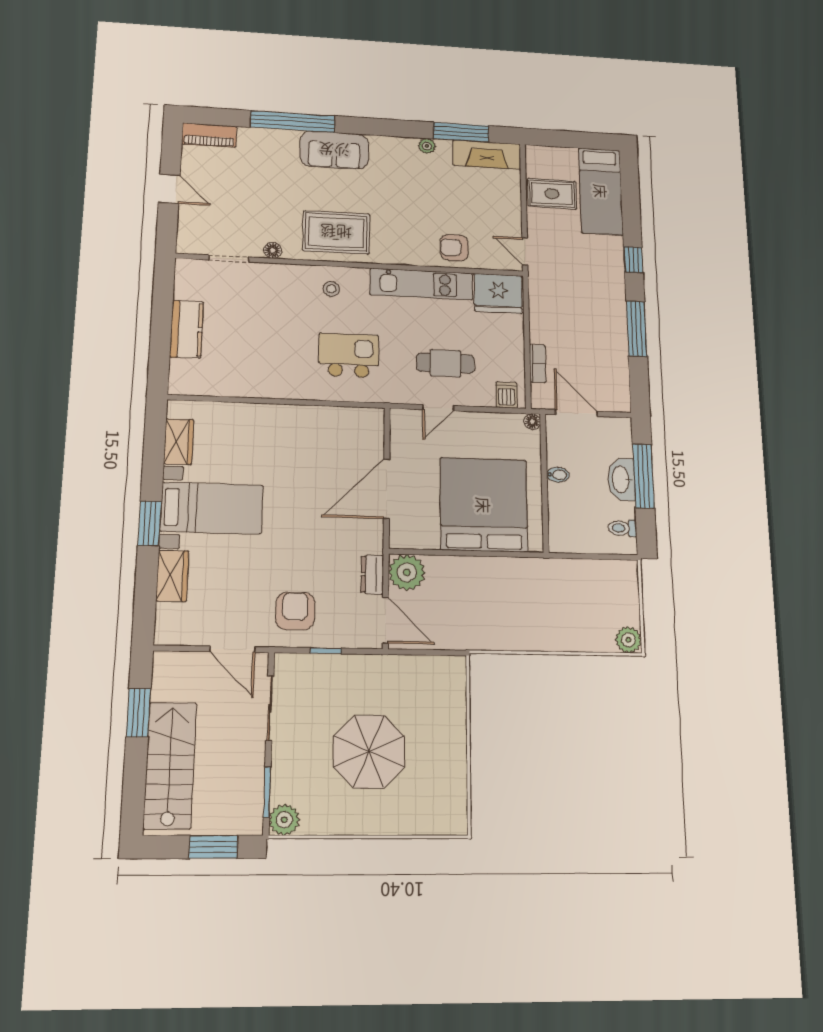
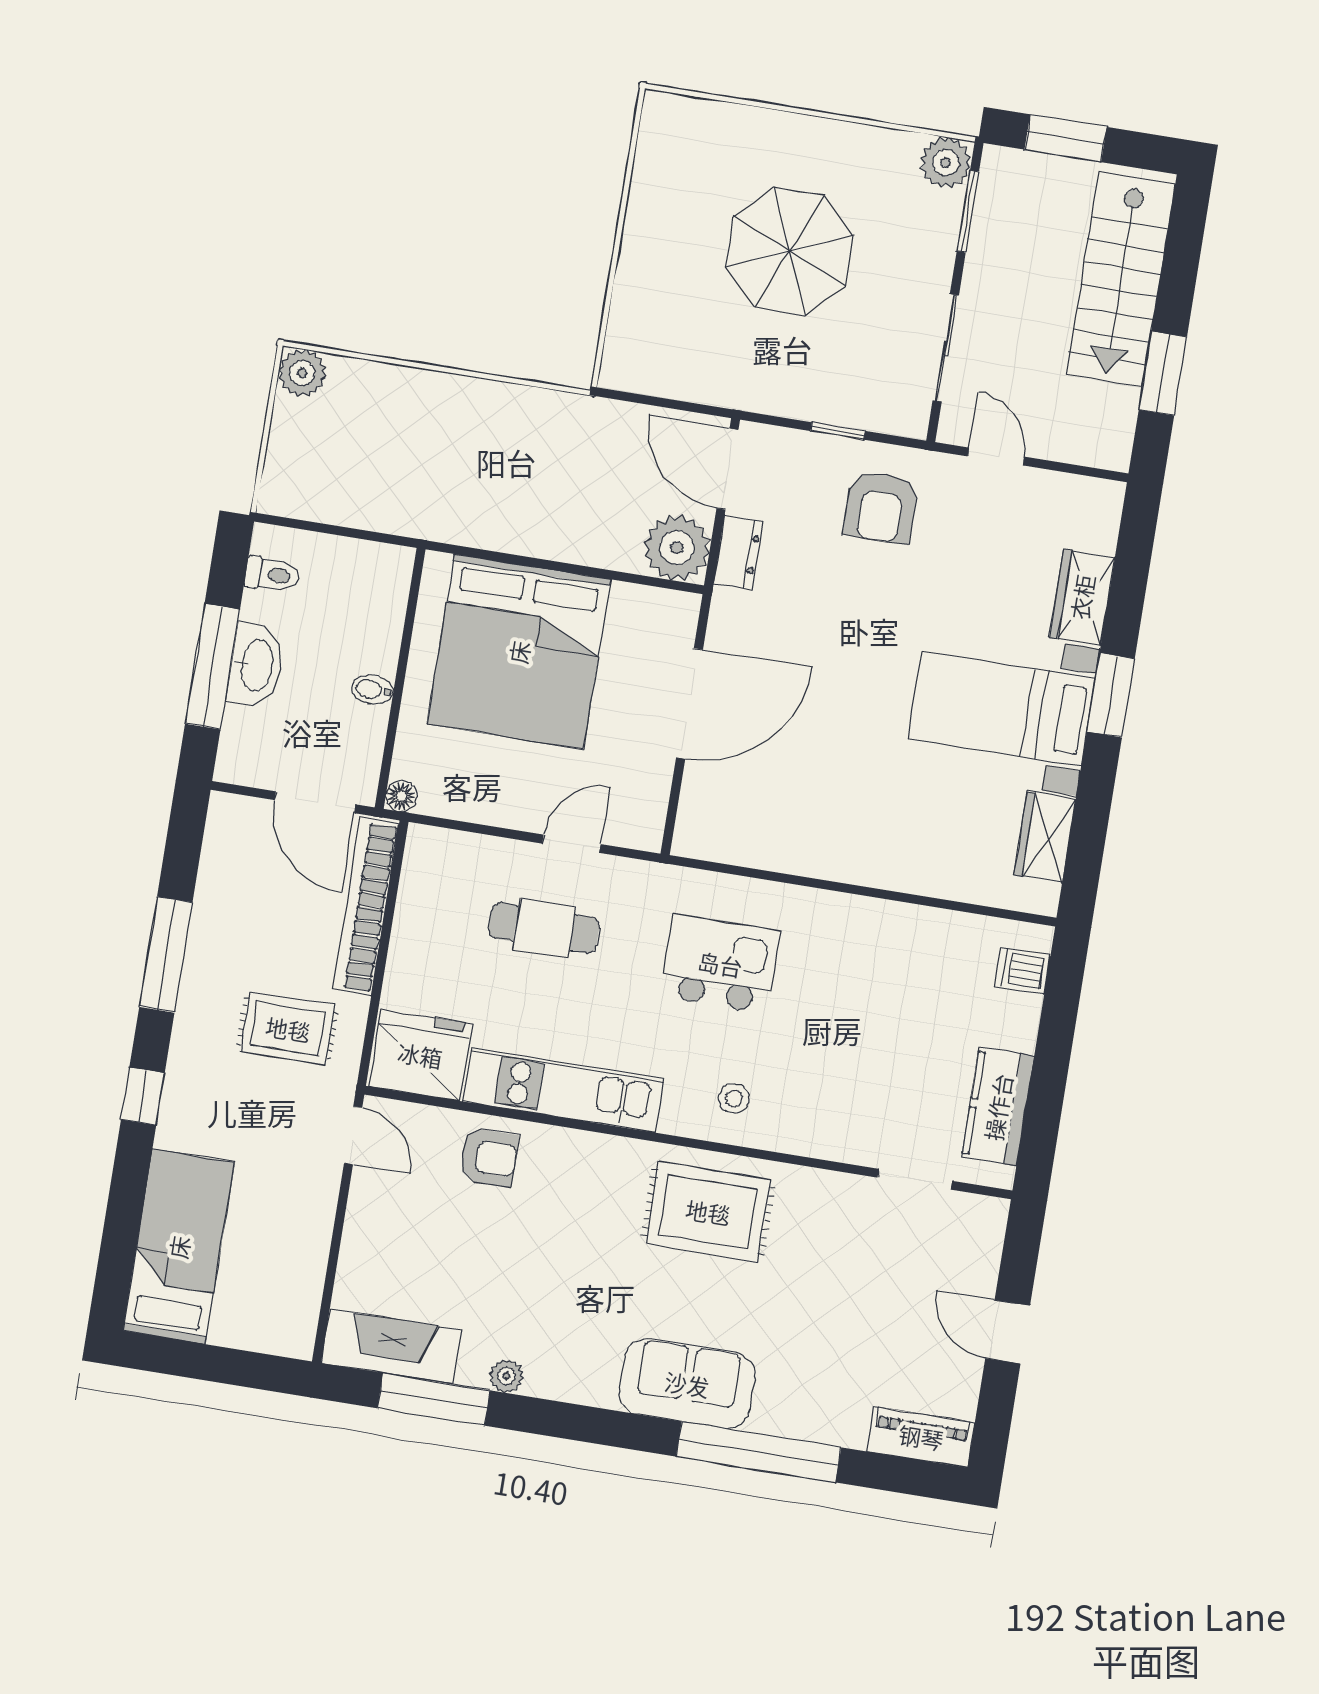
rug: (552, 194) -> (288, 1029), moved
floor lamp: (273, 250) -> (832, 1187), removed
kitchen counter: (187, 329) -> (998, 1107), moved
kitchen island: (349, 355) -> (720, 964), turned 180
bookcase: (538, 363) -> (366, 907), width x2.31, depth x1.31
dishwasher: (507, 395) -> (1022, 970), moved, turned 90
door: (232, 649) -> (996, 457), width x0.73

